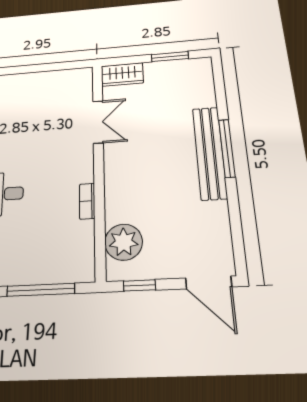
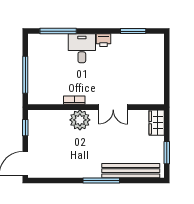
double door: (98, 122) -> (113, 107), moved
bench: (210, 152) -> (131, 171), moved
plant: (124, 242) -> (80, 120), moved

